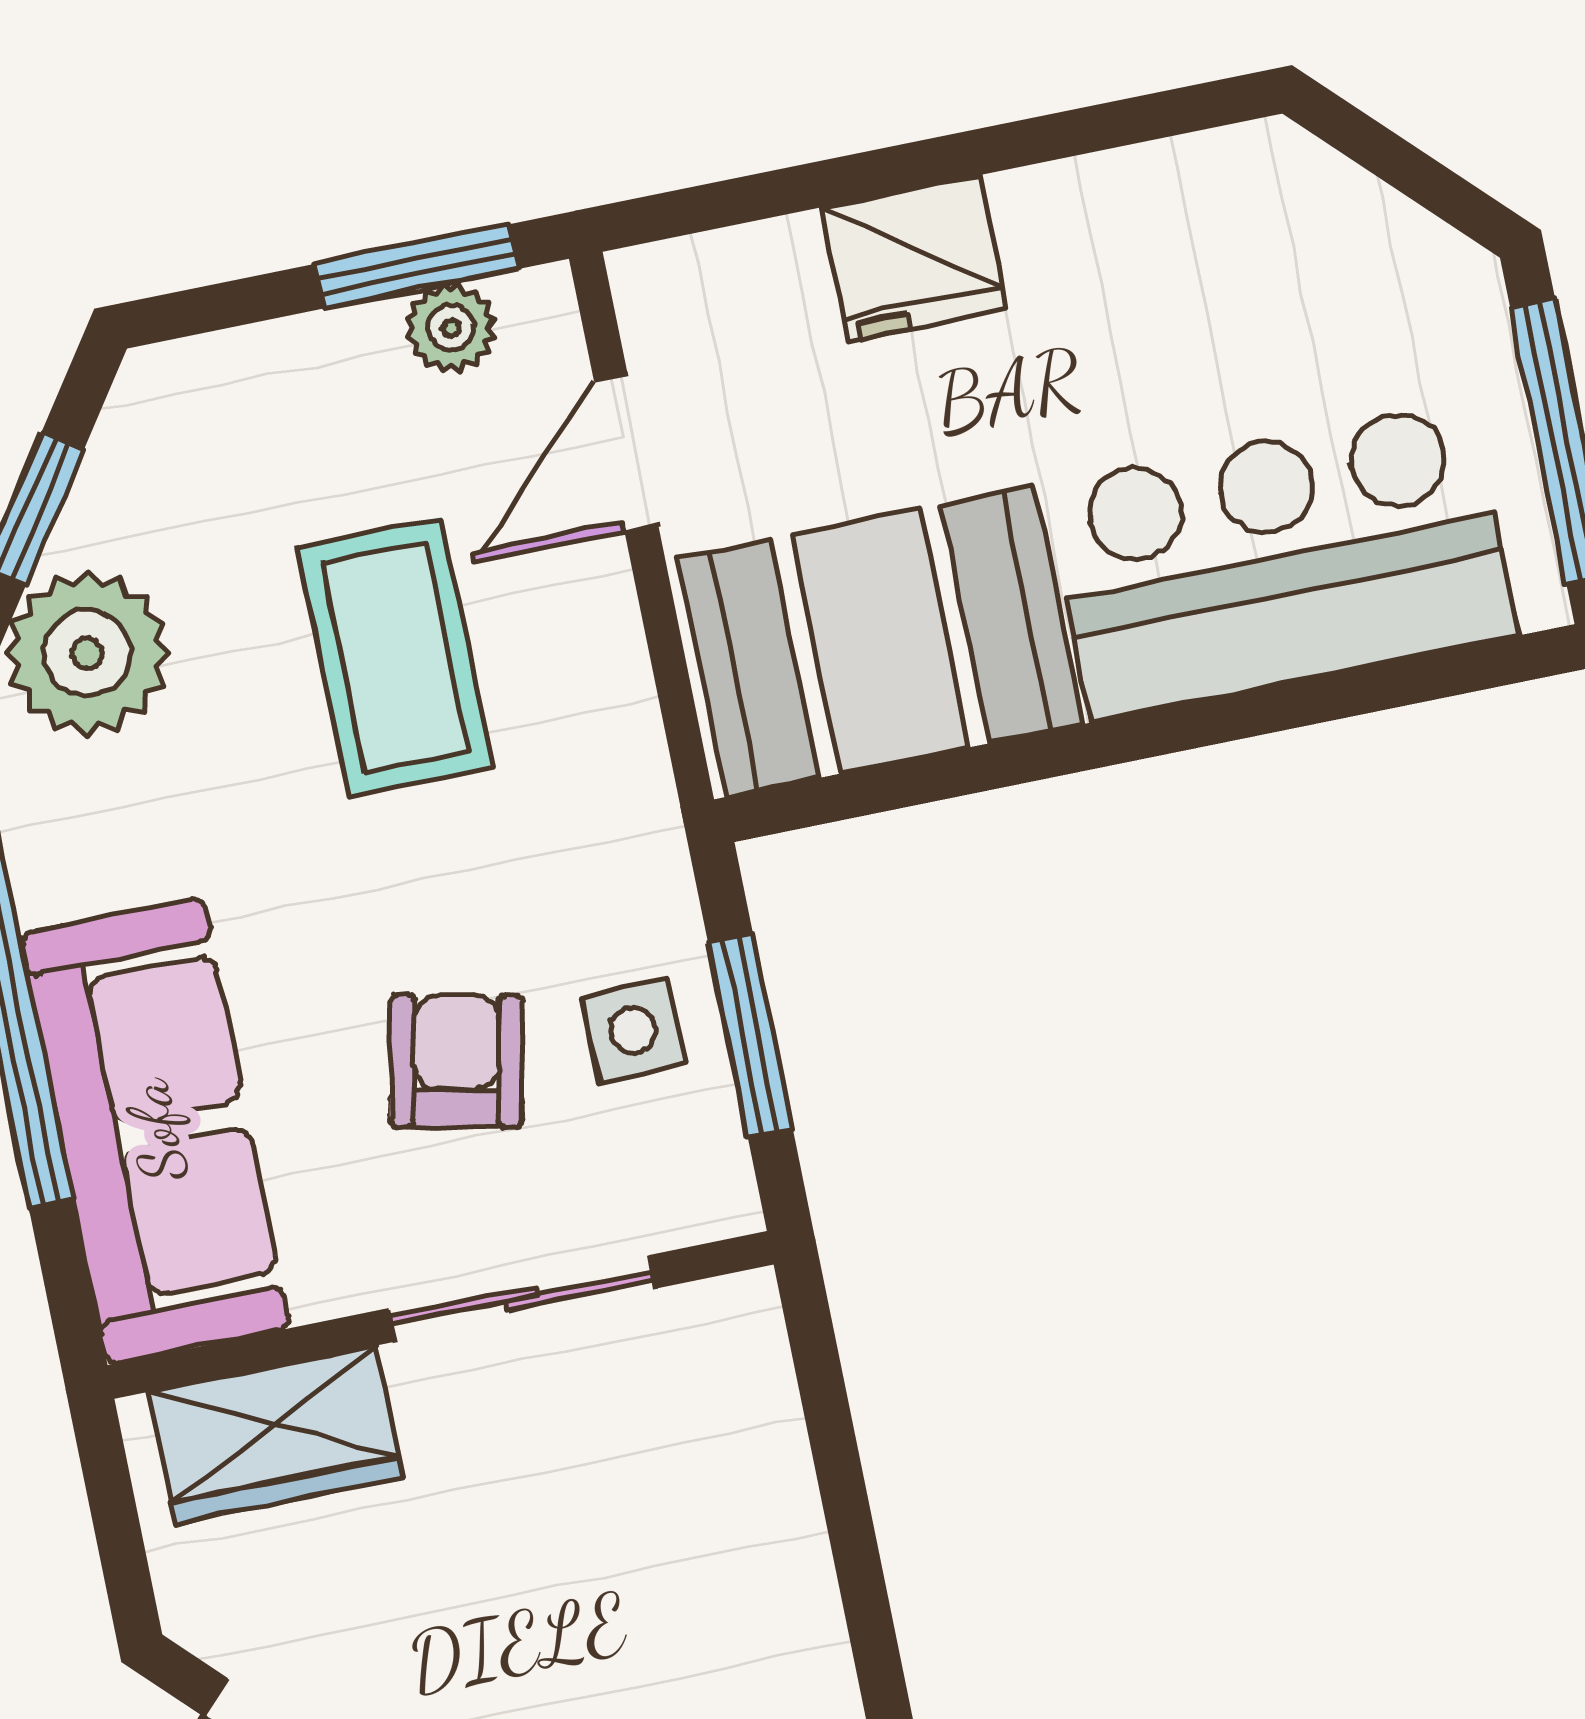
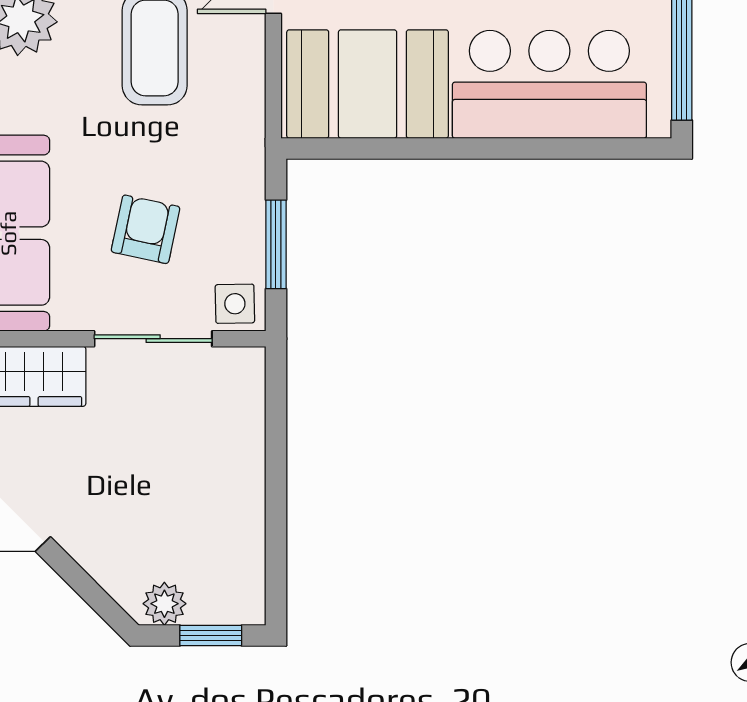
side table: (633, 1031) -> (235, 304), moved

